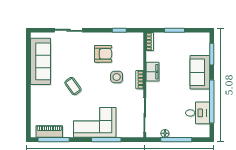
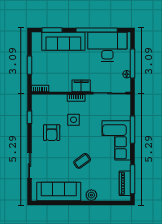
armchair: (103, 54) -> (52, 133), turned 180
filing cabinet: (152, 72) -> (81, 86), moved
sofa: (200, 72) -> (63, 41), width x1.36
plant: (37, 96) -> (91, 195), added
desk: (198, 113) -> (107, 47), width x1.87, depth x1.30

